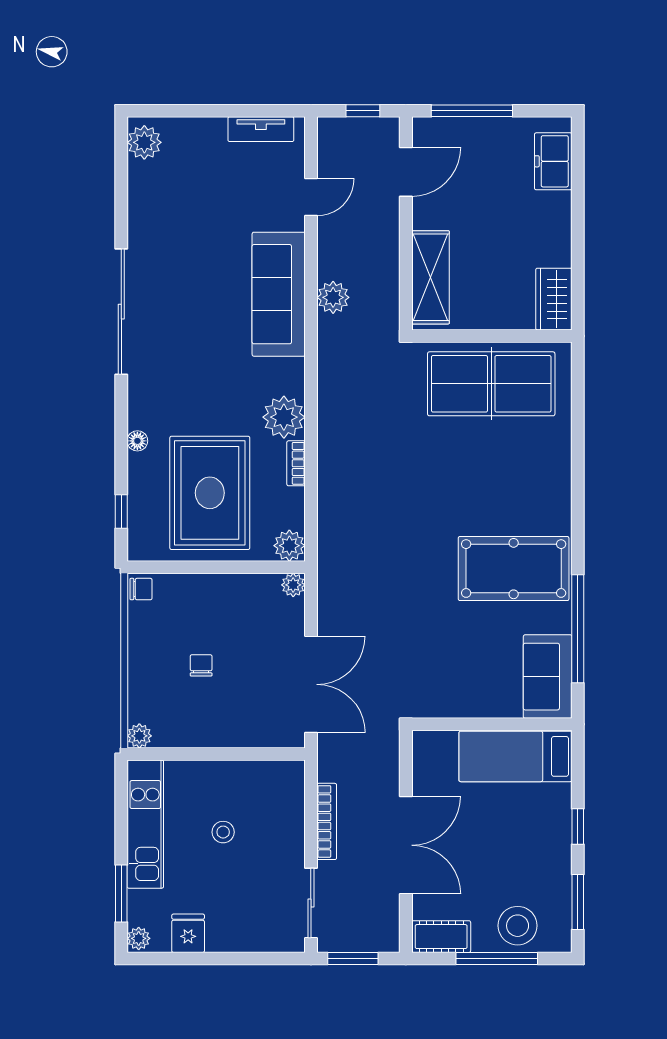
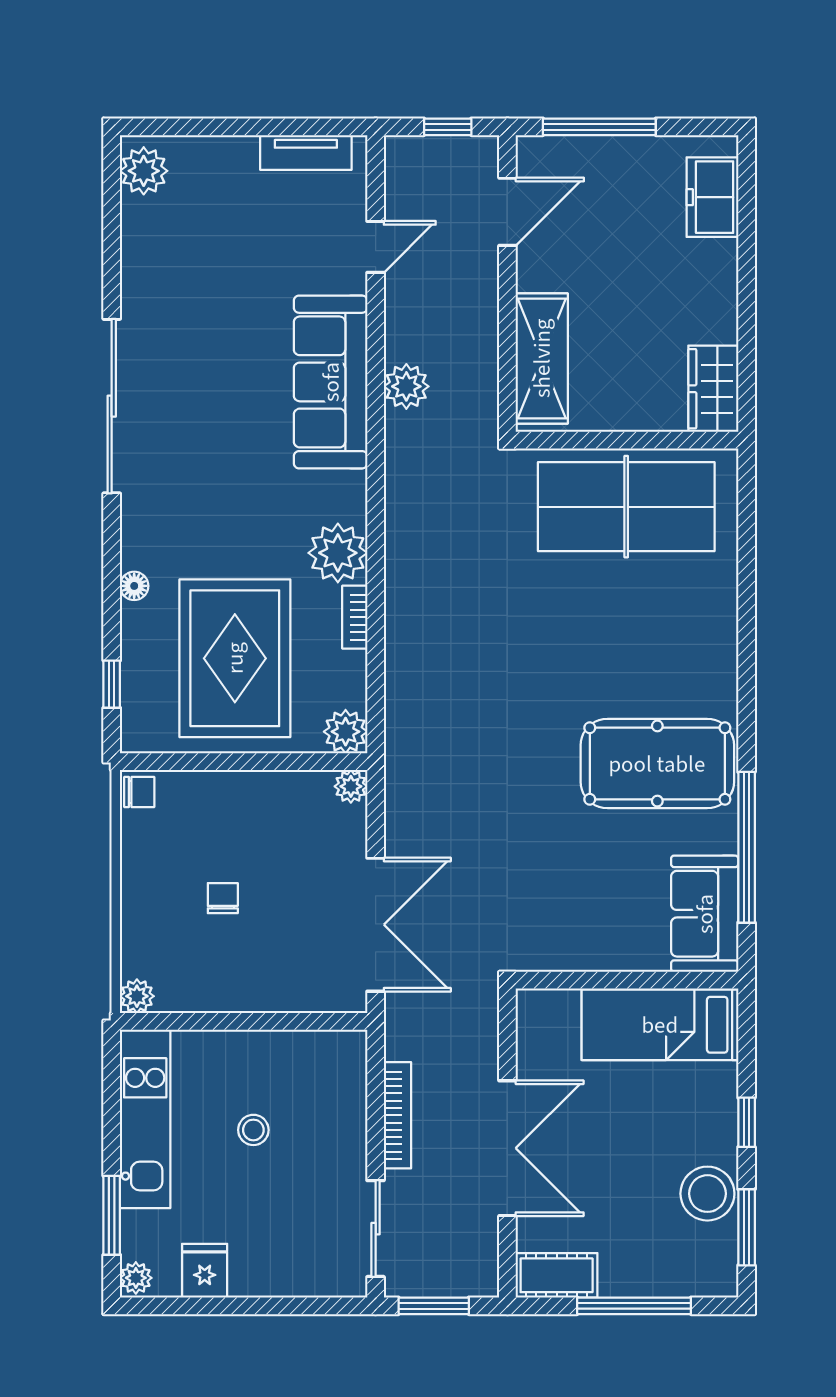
stool: (518, 926) -> (707, 1194), moved

